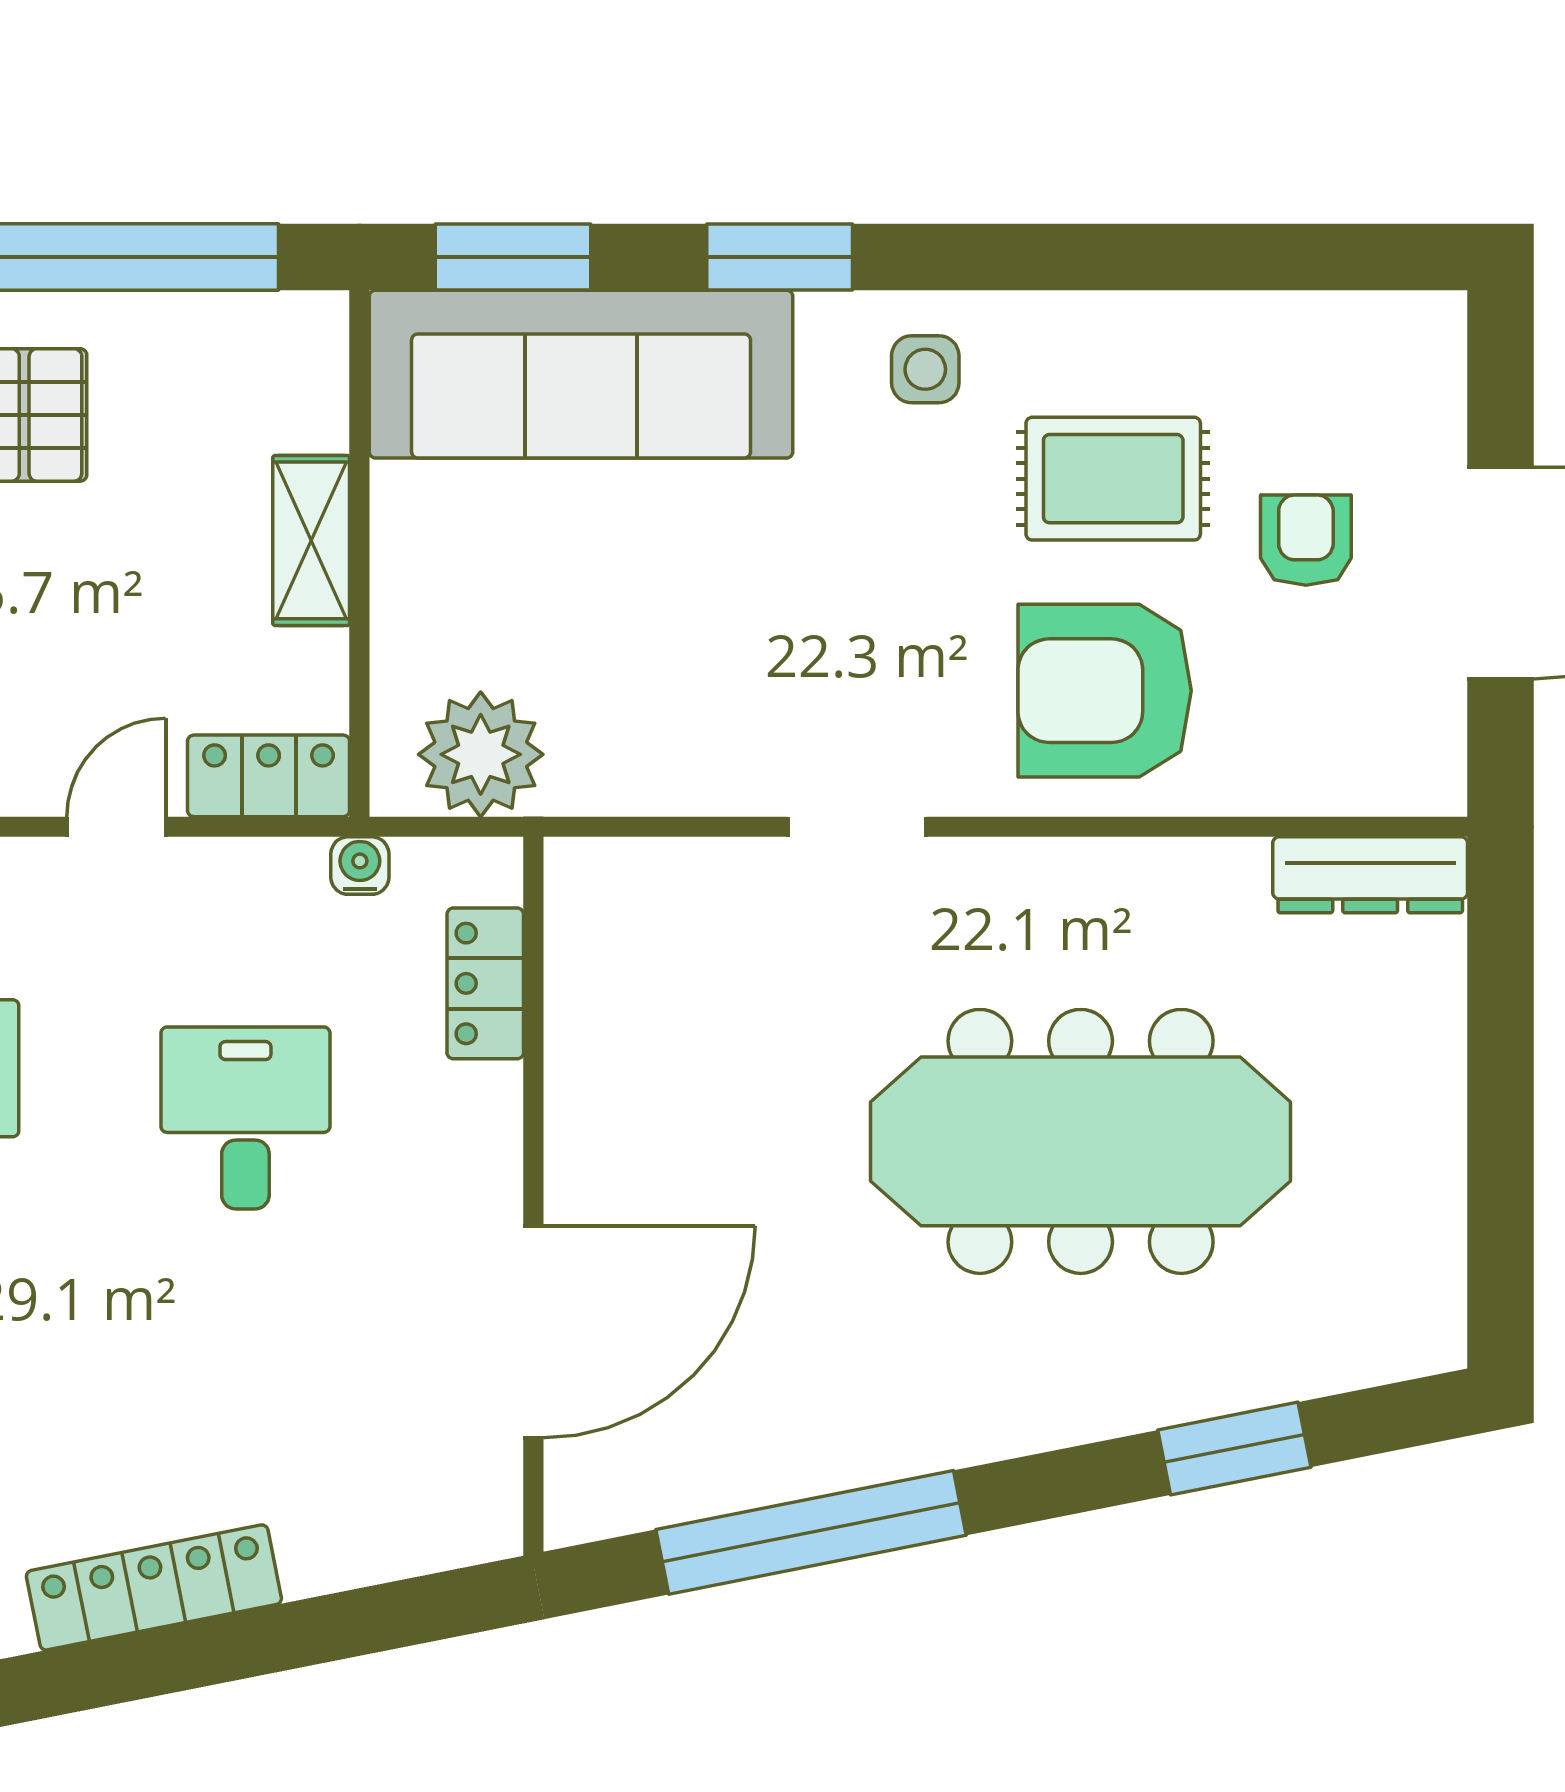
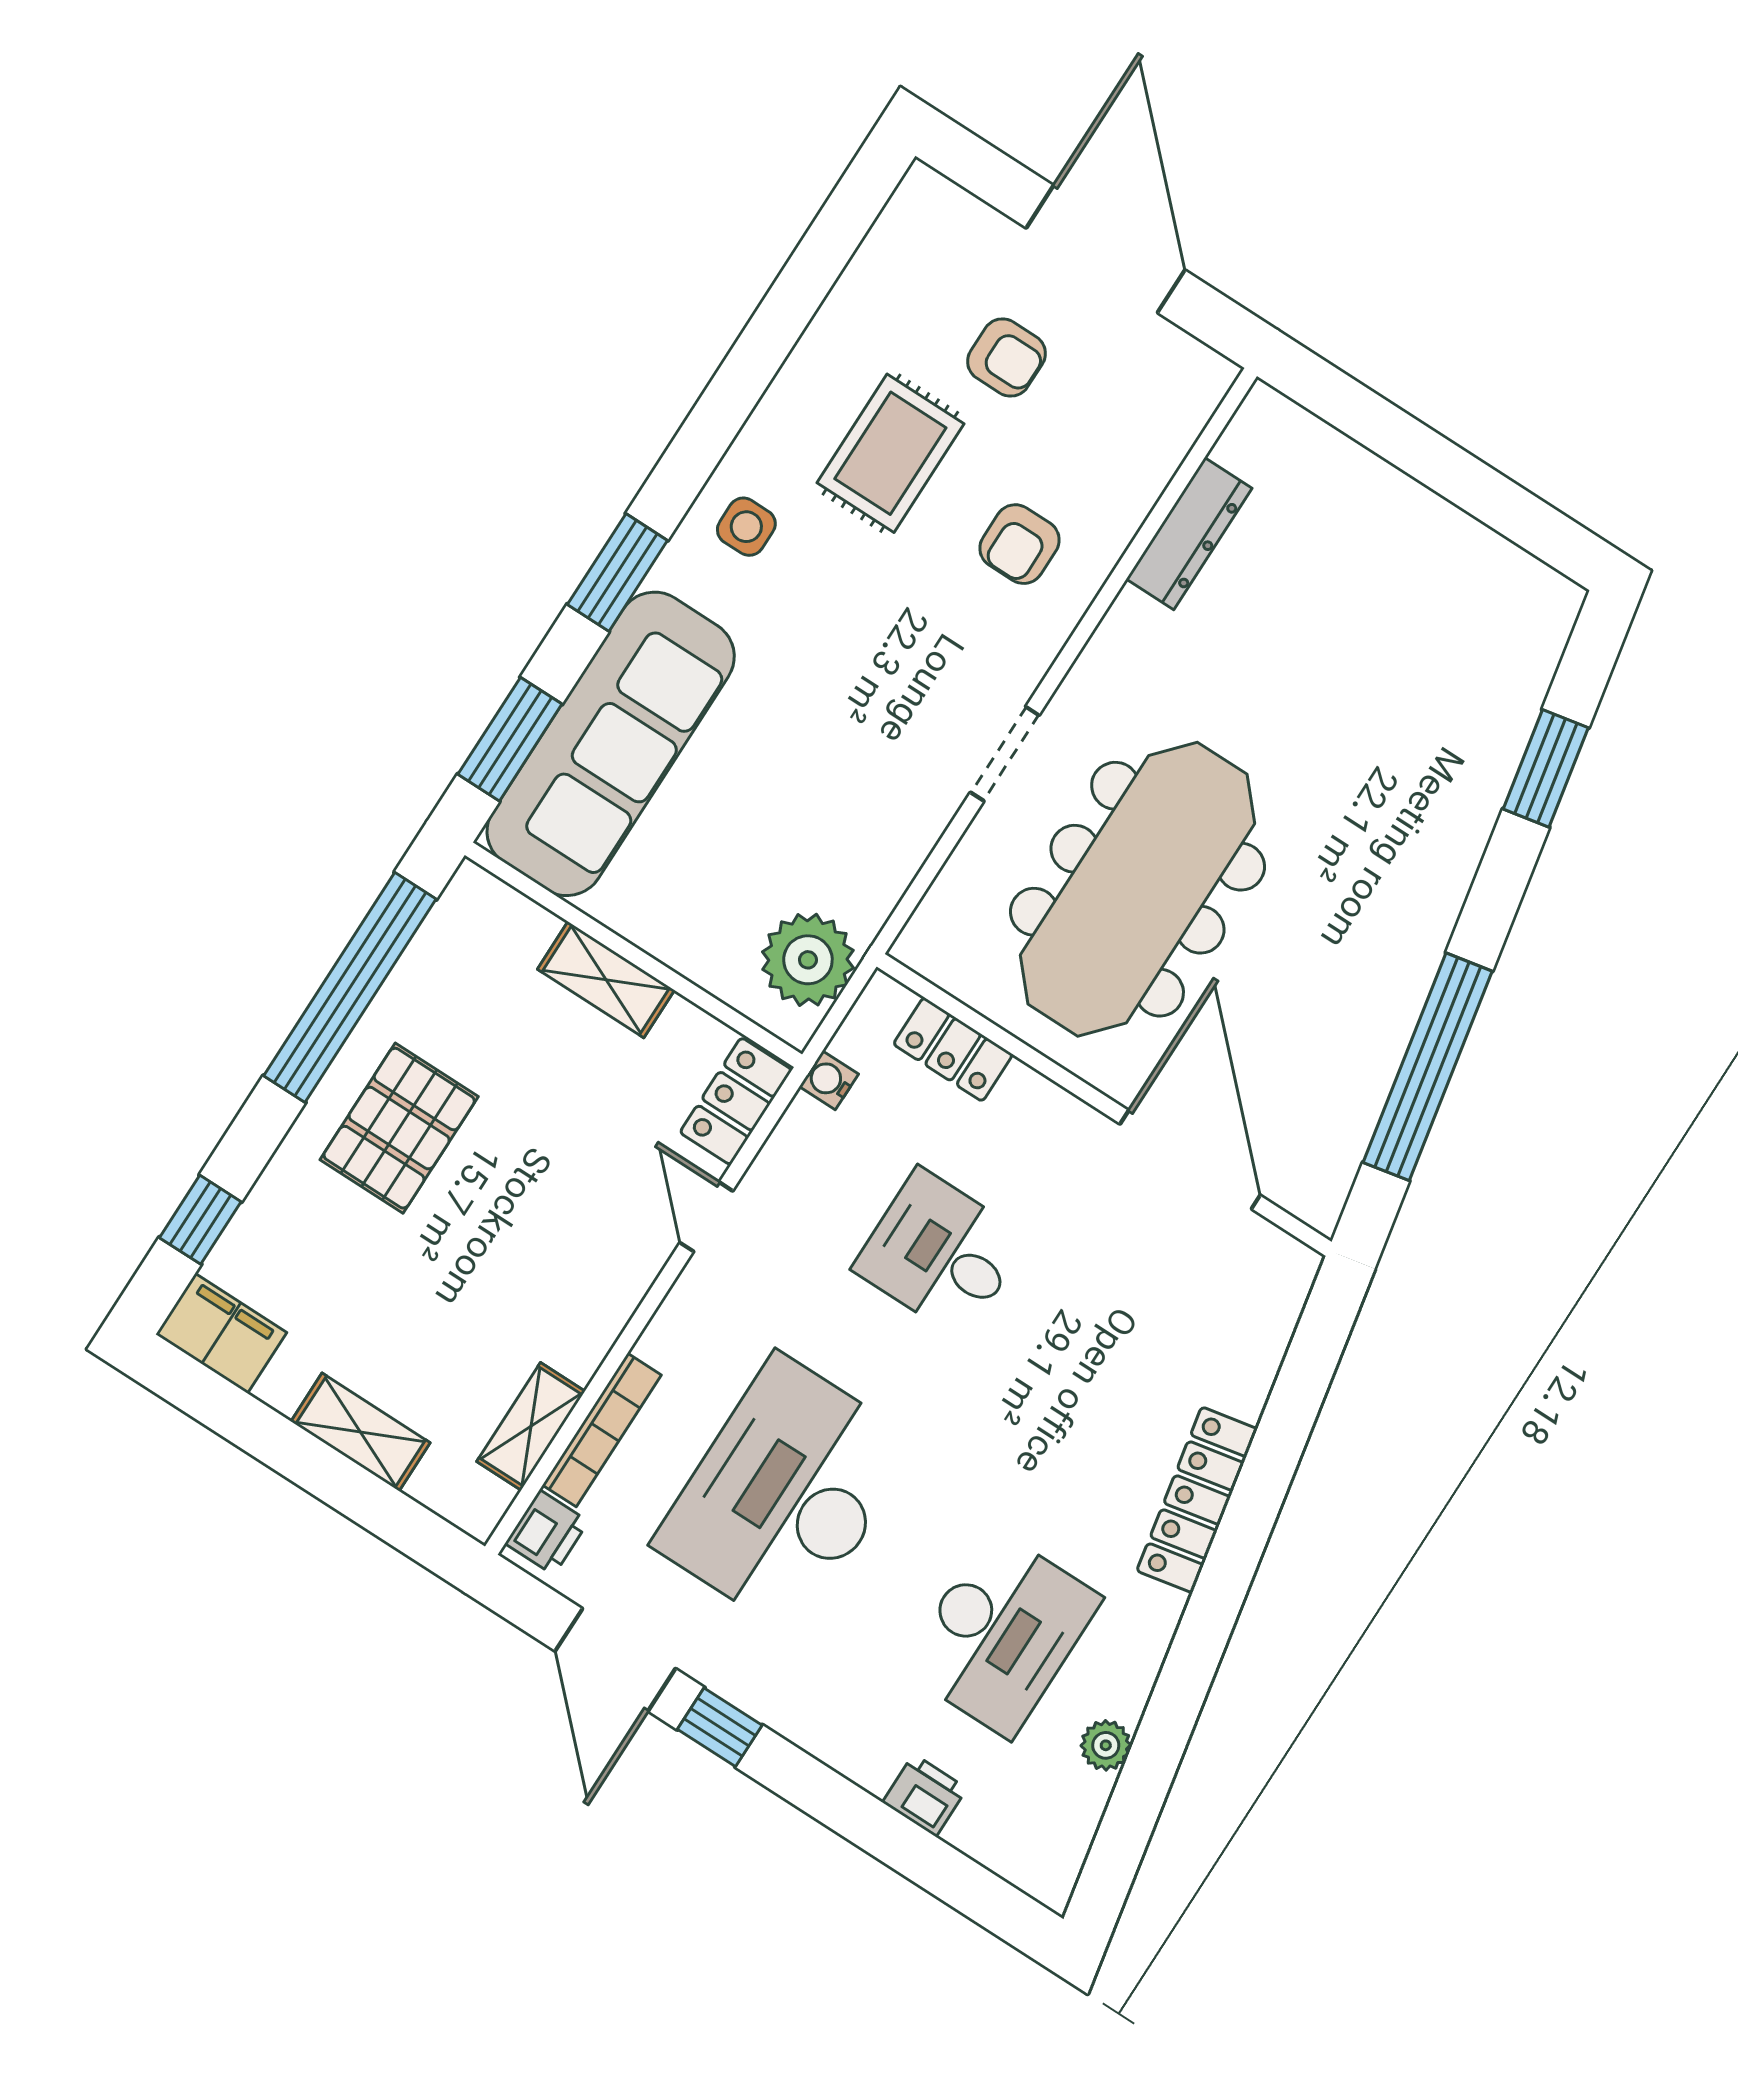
armchair: (1306, 540) -> (1007, 357), turned 180
armchair: (1105, 691) -> (1020, 544), width x0.53, depth x0.53
dresser: (1370, 875) -> (1189, 534), moved
meeting table: (1081, 1141) -> (1138, 889), moved

